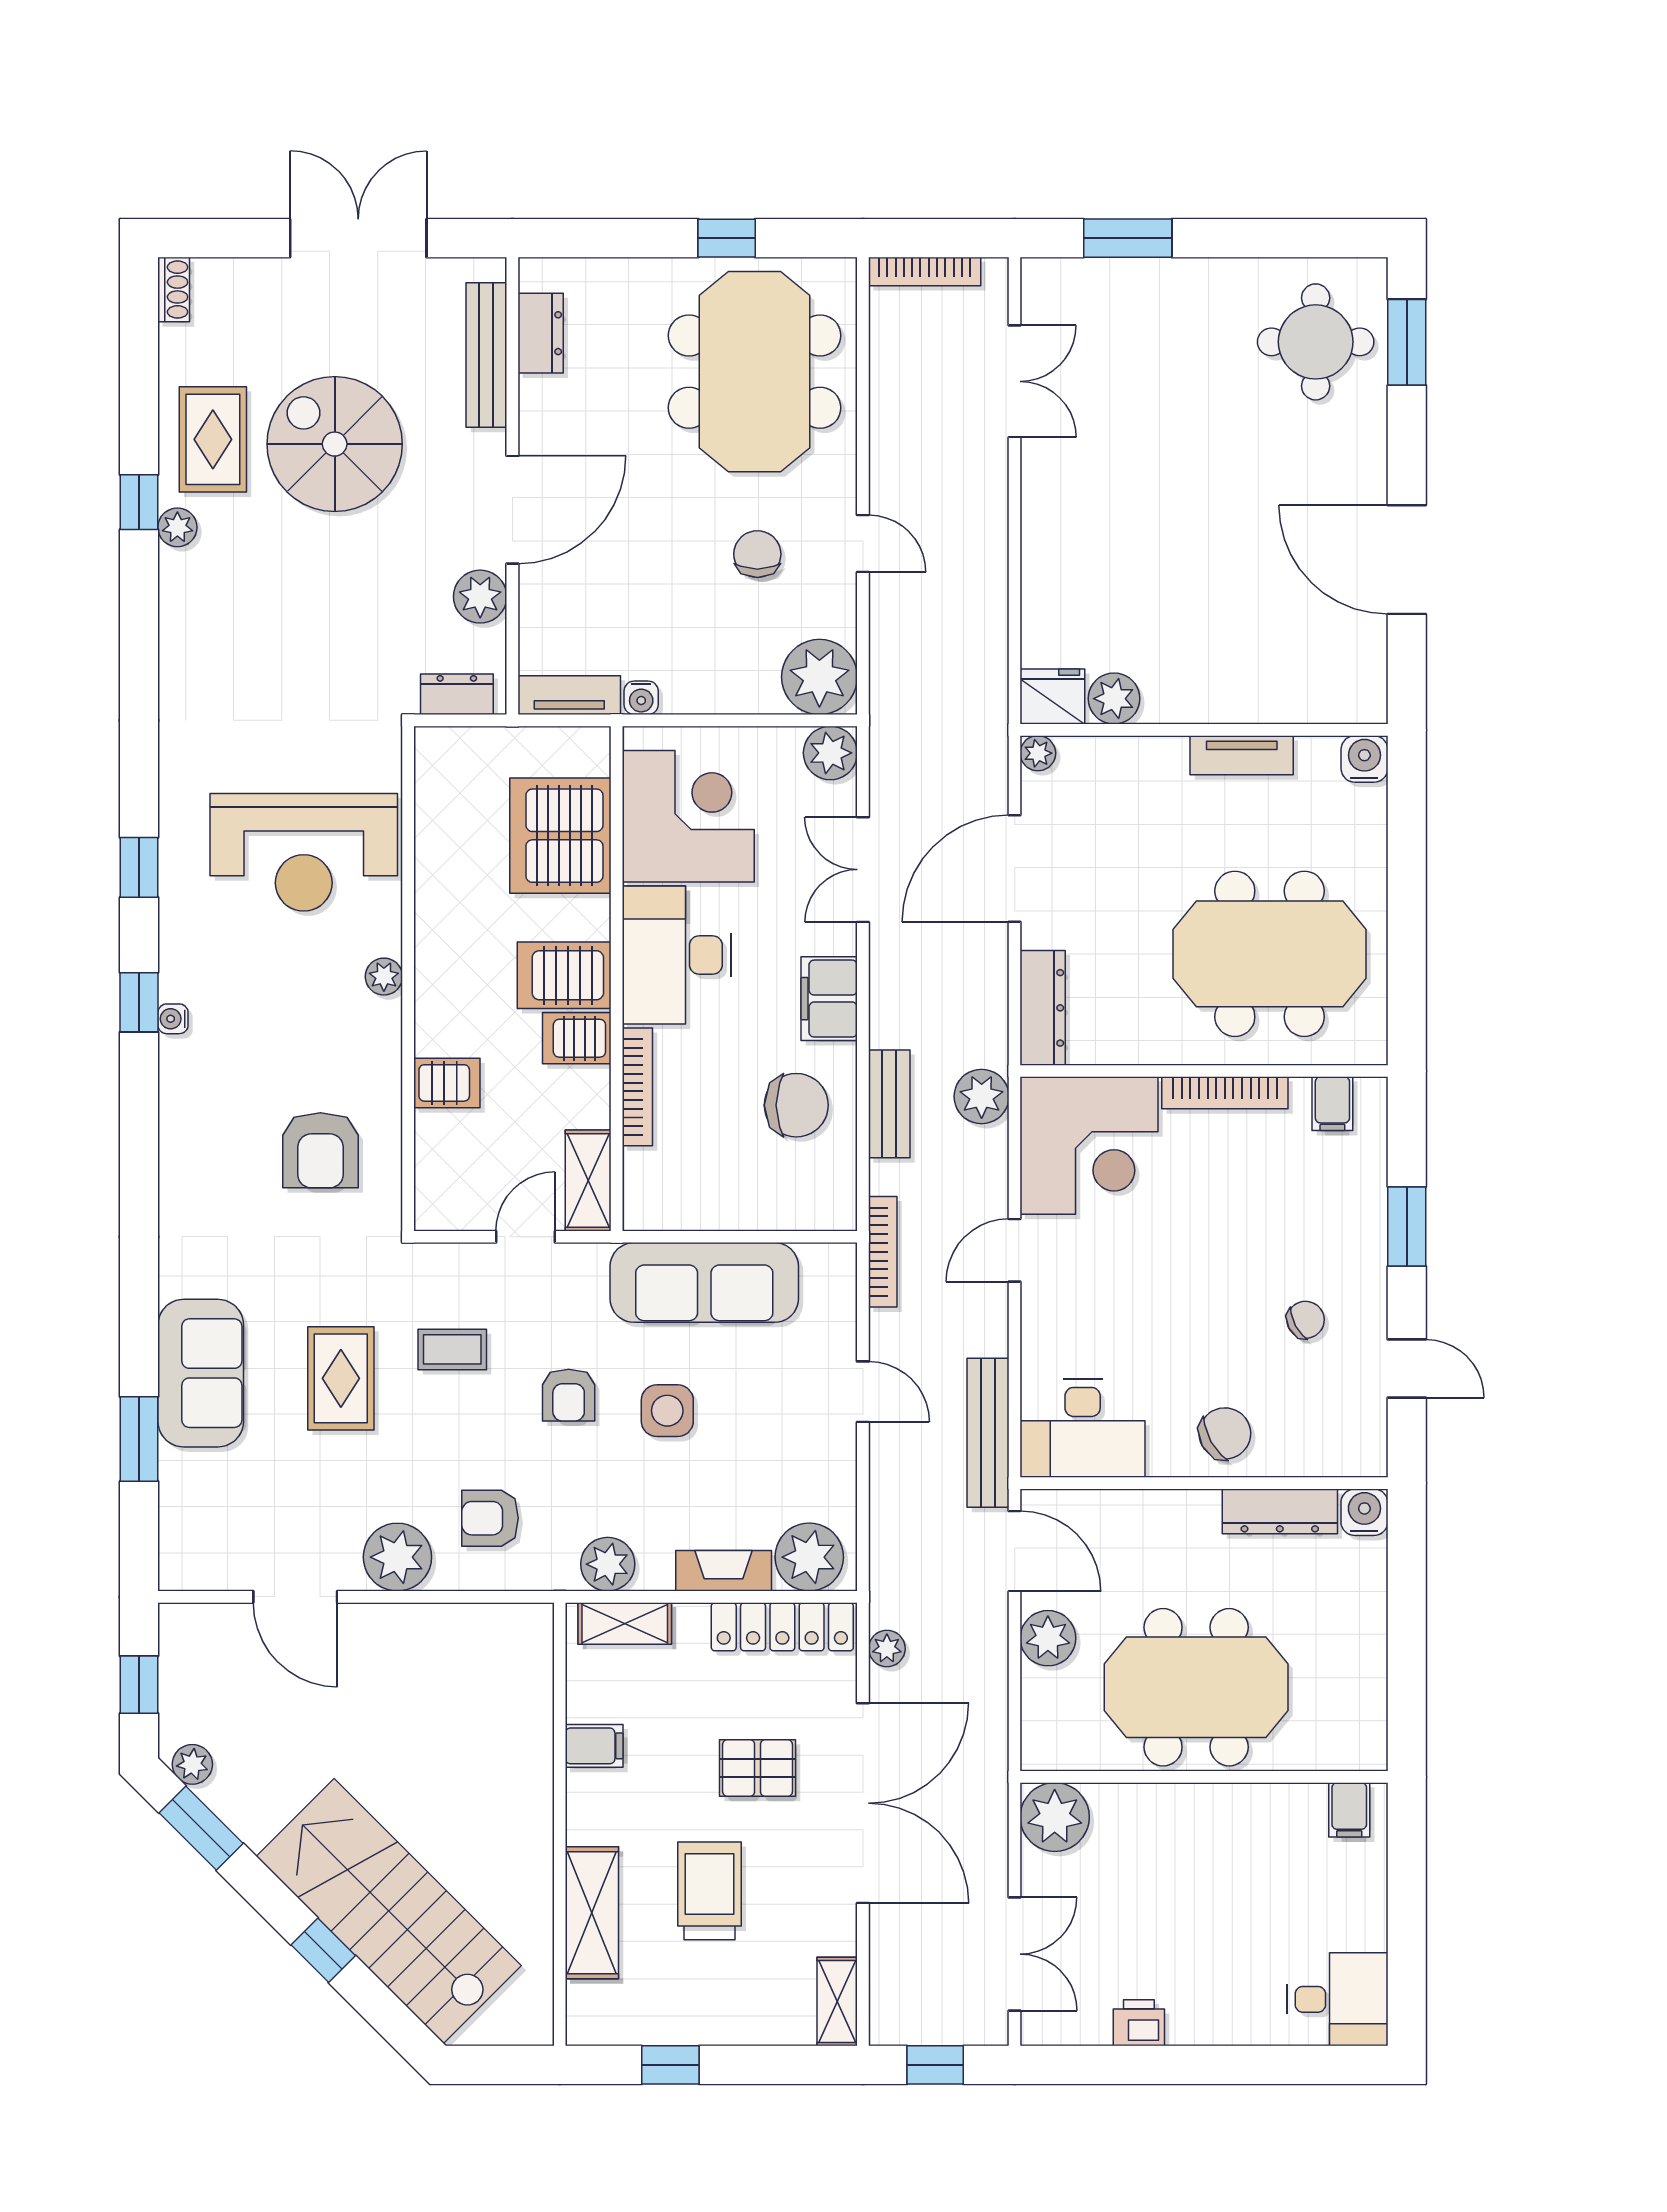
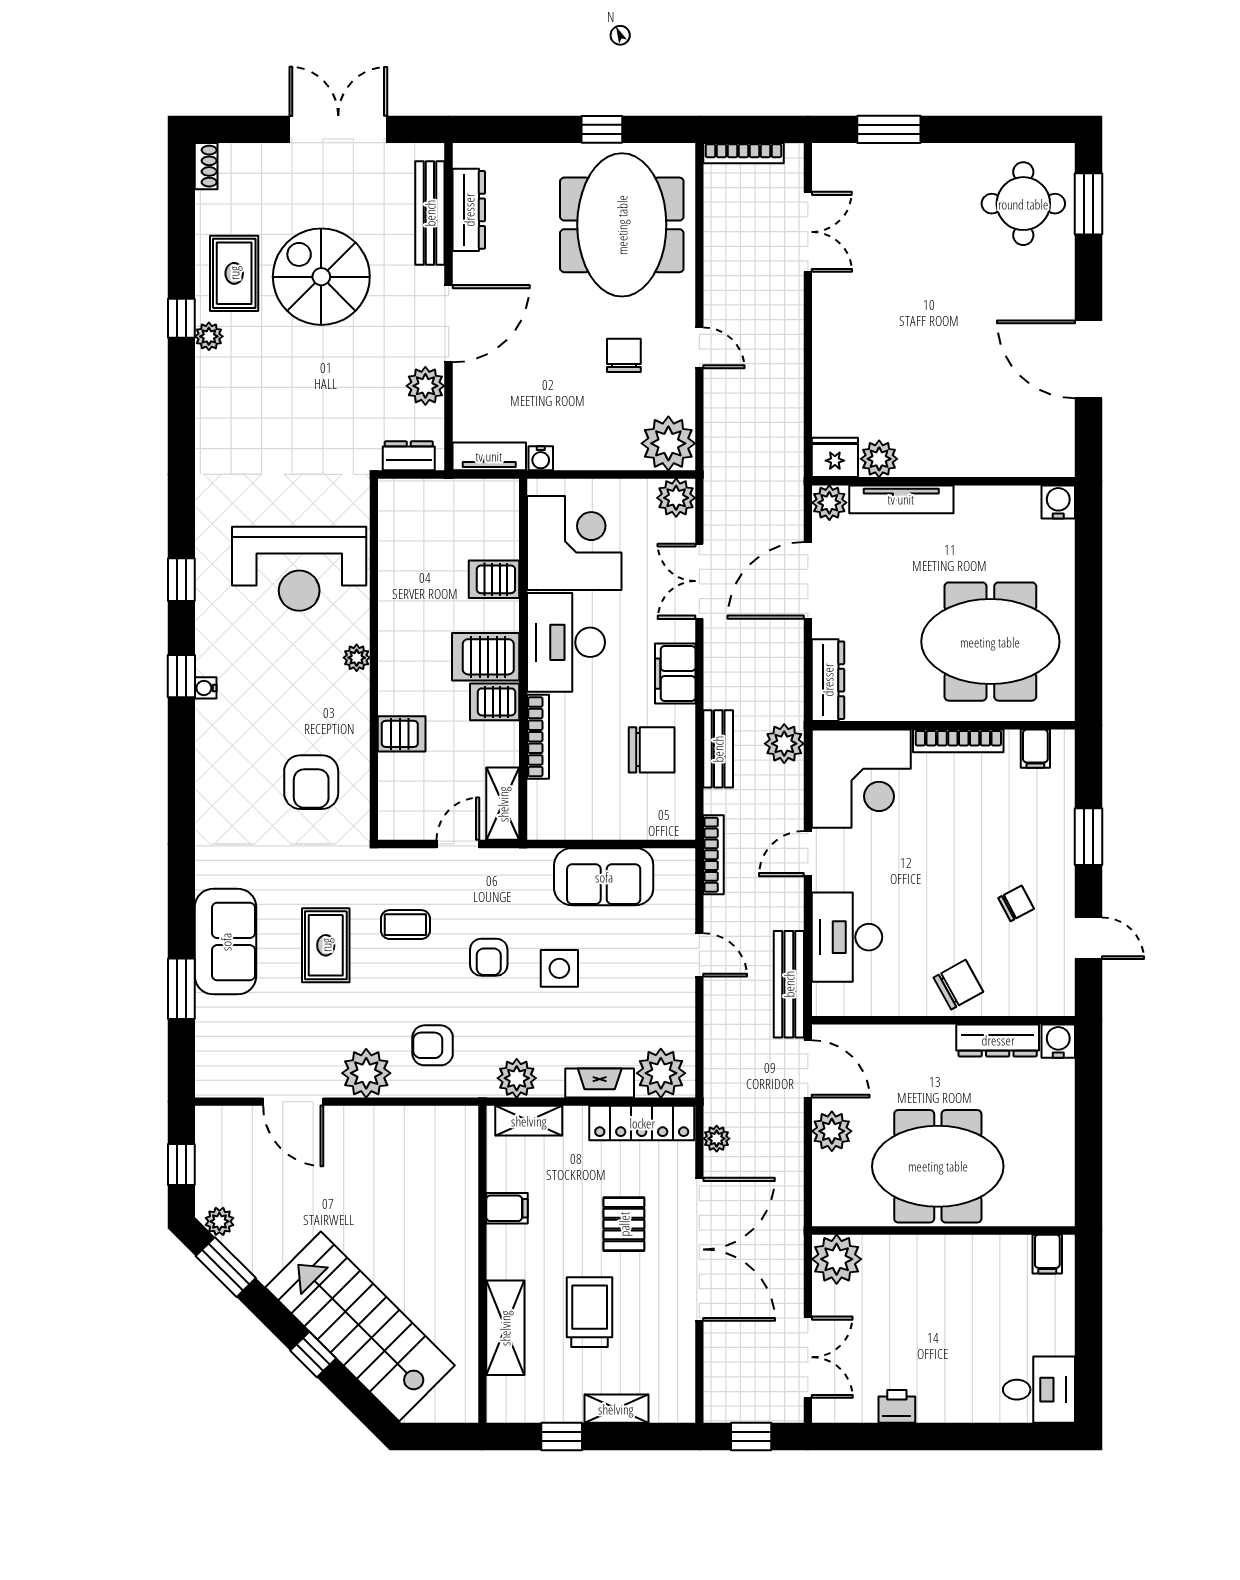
dresser: (541, 333) -> (469, 210), width x1.44
plant: (1038, 753) -> (829, 503), width x1.38, depth x1.38
tv unit: (1242, 755) -> (901, 499), moved, width x1.41
server rack: (560, 836) -> (494, 579), width x0.46, depth x0.70
sofa: (704, 1282) -> (604, 877), width x0.73
desk: (1083, 1428) -> (847, 937), moved, turned 90
pallet: (758, 1768) -> (624, 1224), turned 90
shelving: (837, 2001) -> (616, 1409), moved, turned 90

